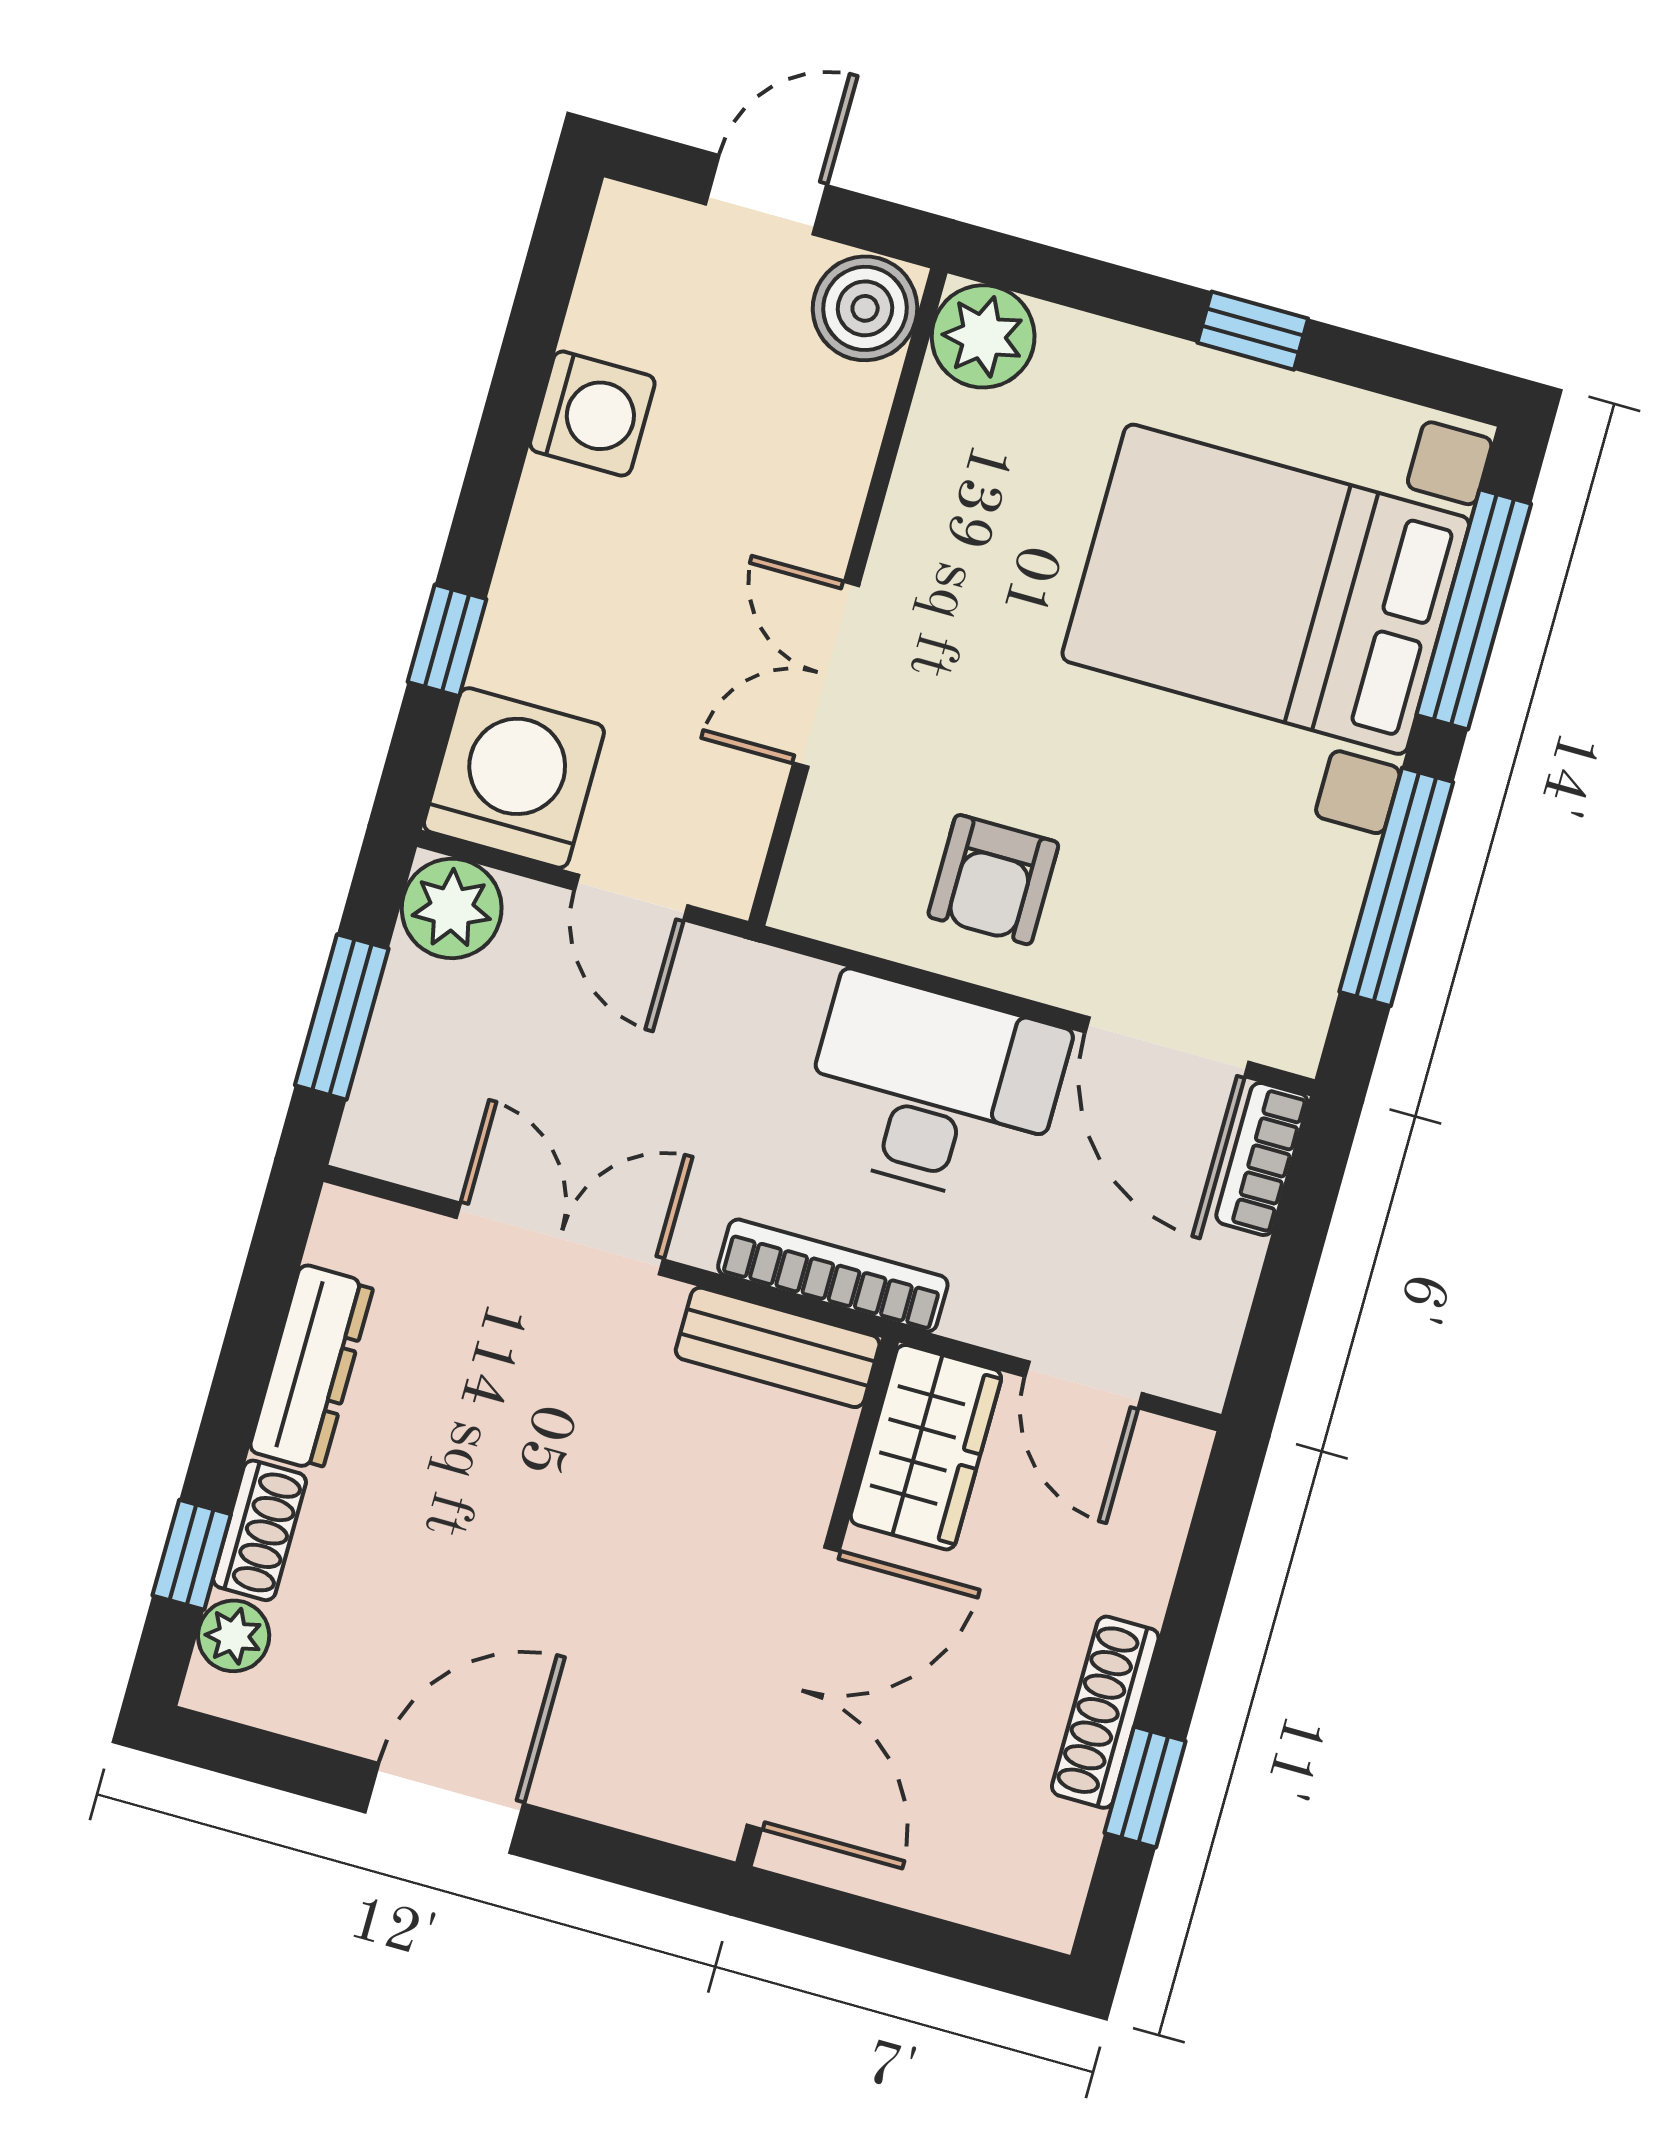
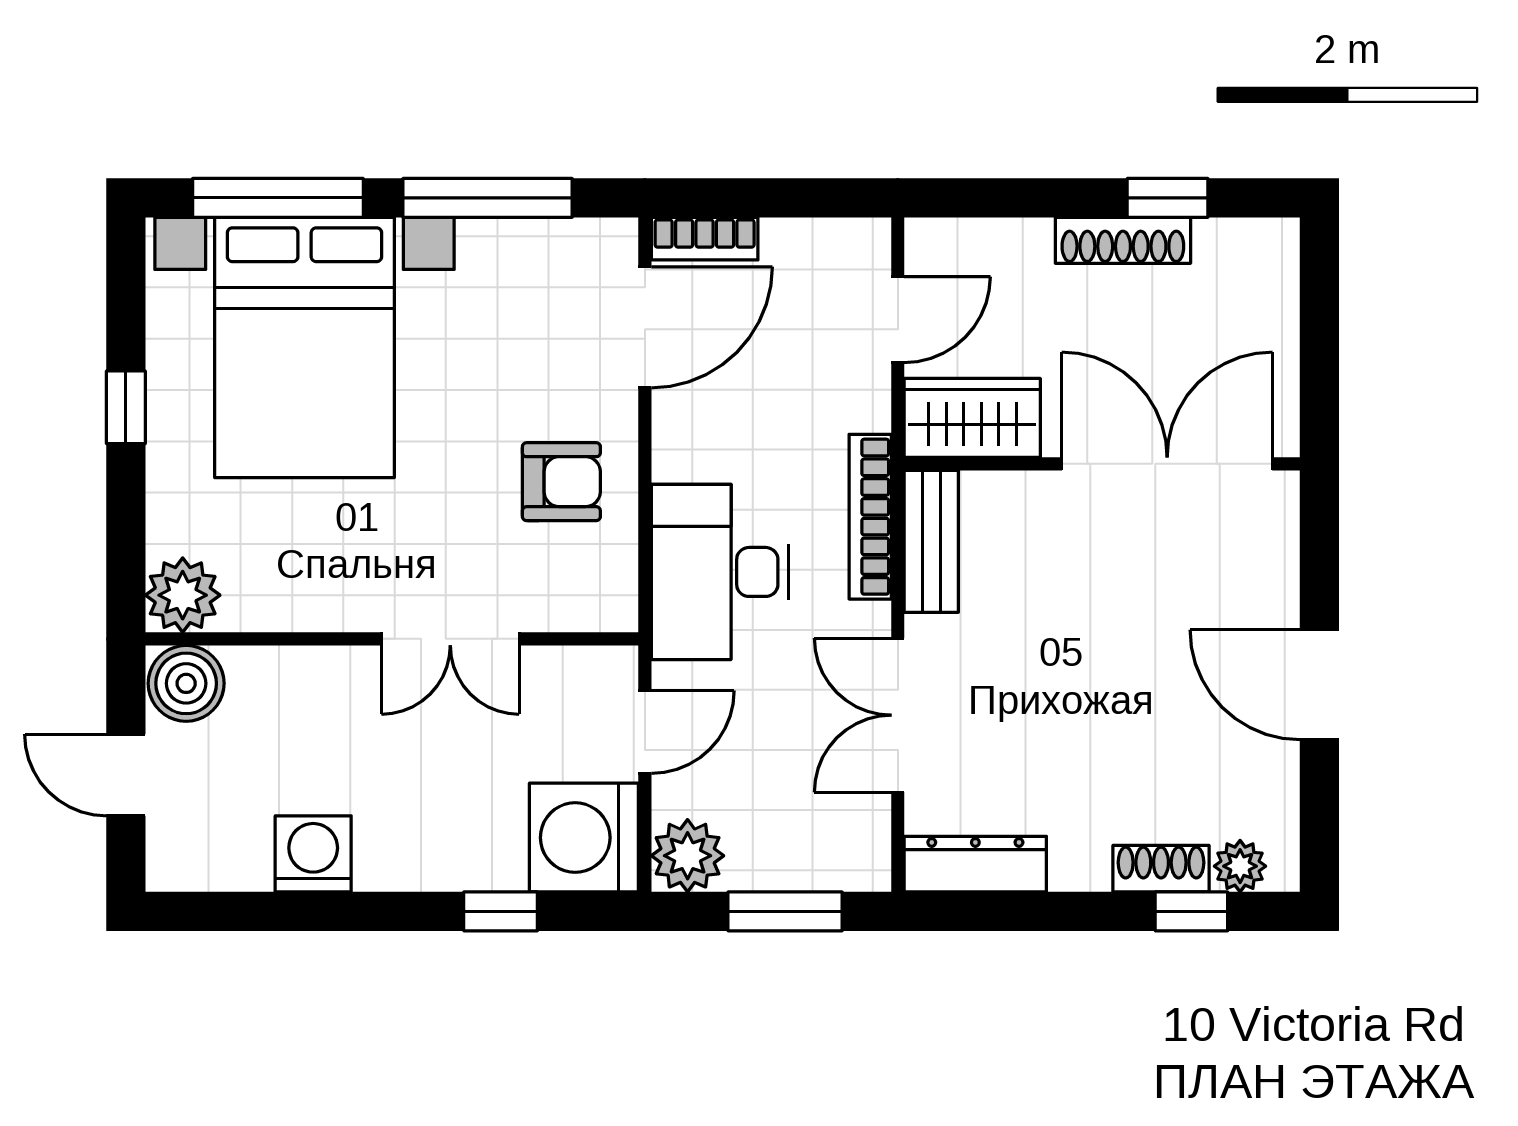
desk: (934, 1089) -> (720, 572), moved
dresser: (311, 1367) -> (975, 864), moved

